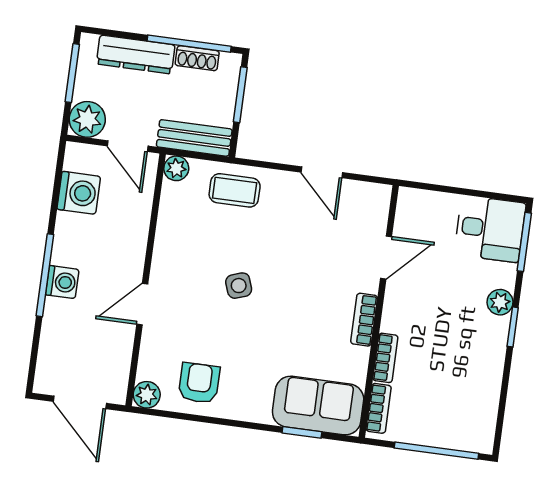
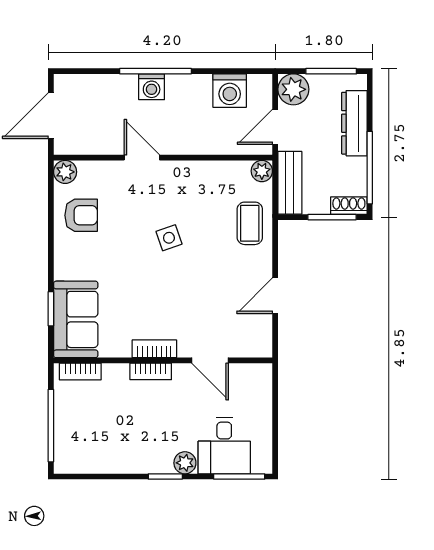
shoe rack: (197, 58) -> (349, 206), moved, turned 90
desk: (490, 229) -> (224, 446), moved
bookcase: (385, 358) -> (151, 371), moved

